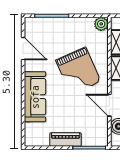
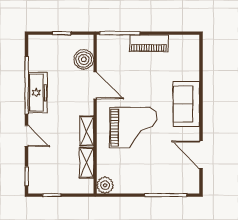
grand piano: (78, 71) -> (133, 128), turned 114
sofa: (35, 97) -> (186, 104), width x0.73

